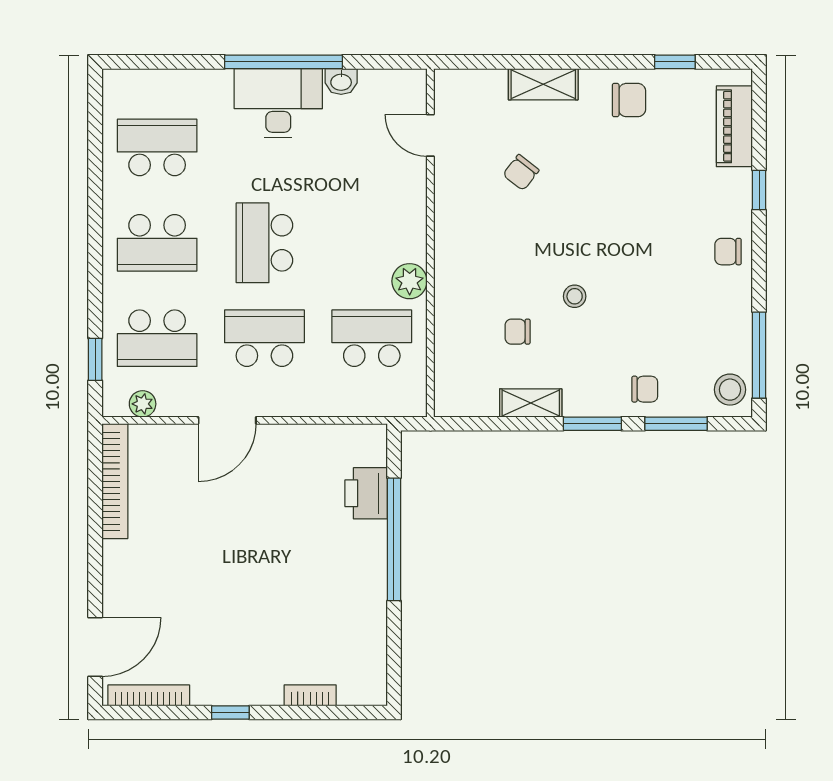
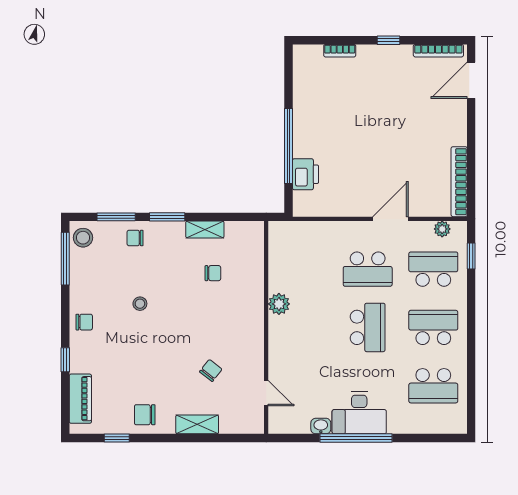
stool: (575, 296) -> (140, 304), moved
school desk: (372, 338) -> (302, 269), removed

